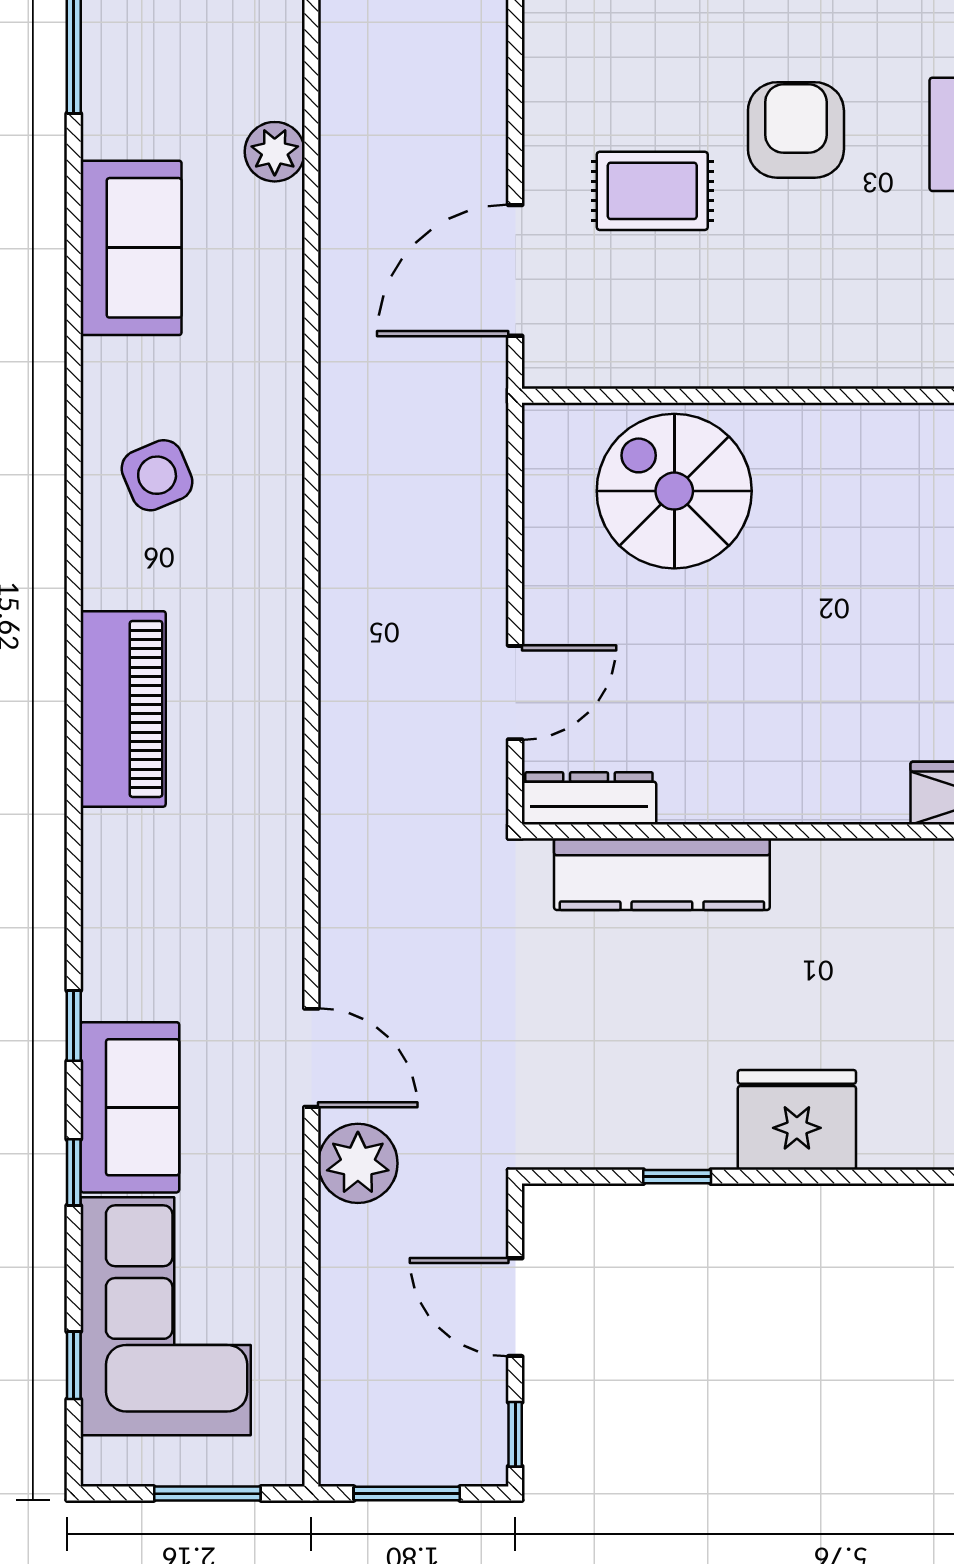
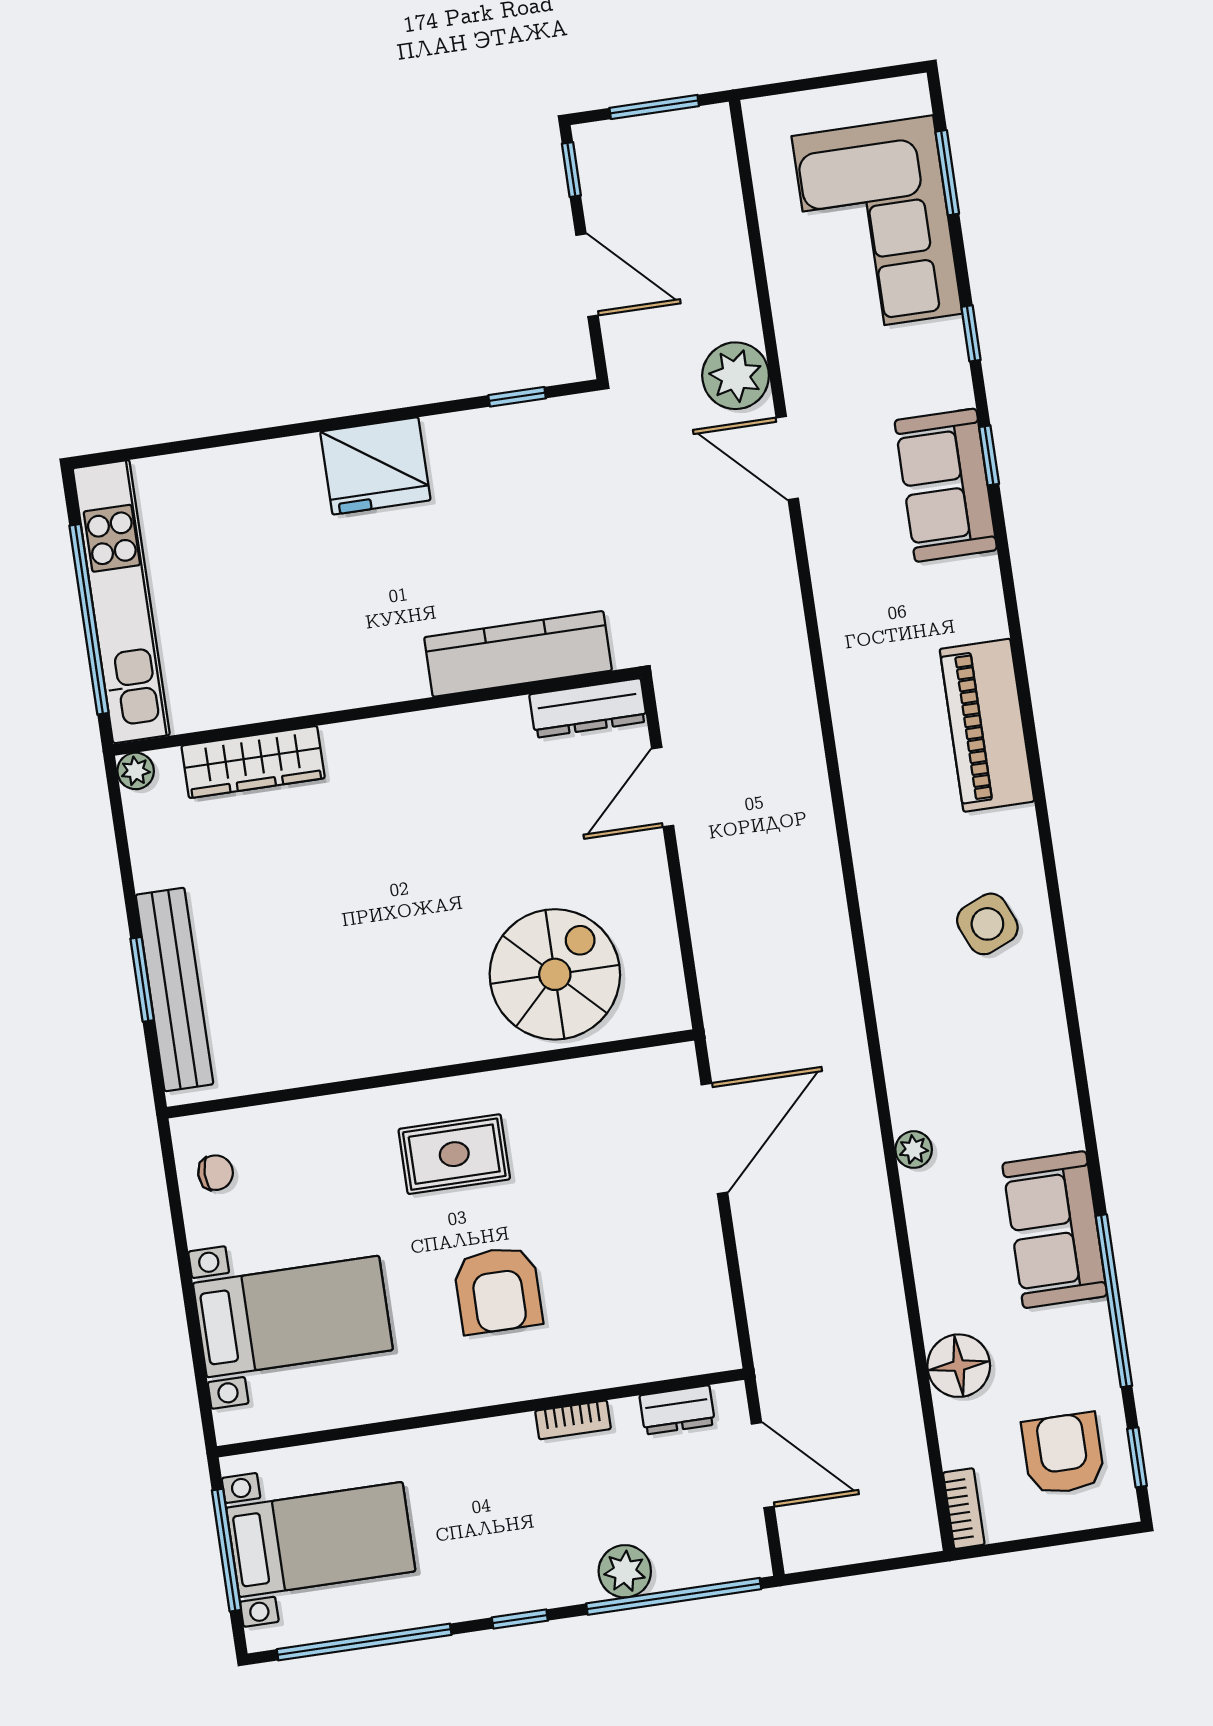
plant: (275, 152) -> (914, 1150), moved, width x0.73, depth x0.73
rug: (652, 191) -> (454, 1154), moved
sofa: (131, 248) -> (1055, 1230), moved
spiral stairs: (674, 491) -> (555, 974), turned -90
sofa: (130, 1107) -> (946, 485), moved
window: (677, 1177) -> (517, 397), moved
window: (74, 1365) -> (947, 173), width x1.50
window: (207, 1494) -> (820, 82), removed

